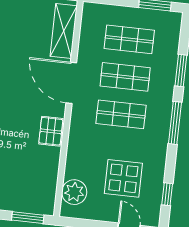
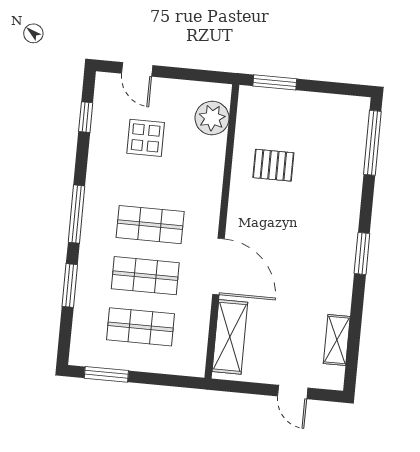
pallet: (51, 131) -> (273, 165), moved, turned 90
display table: (123, 178) -> (146, 138), width x0.73, depth x0.73

